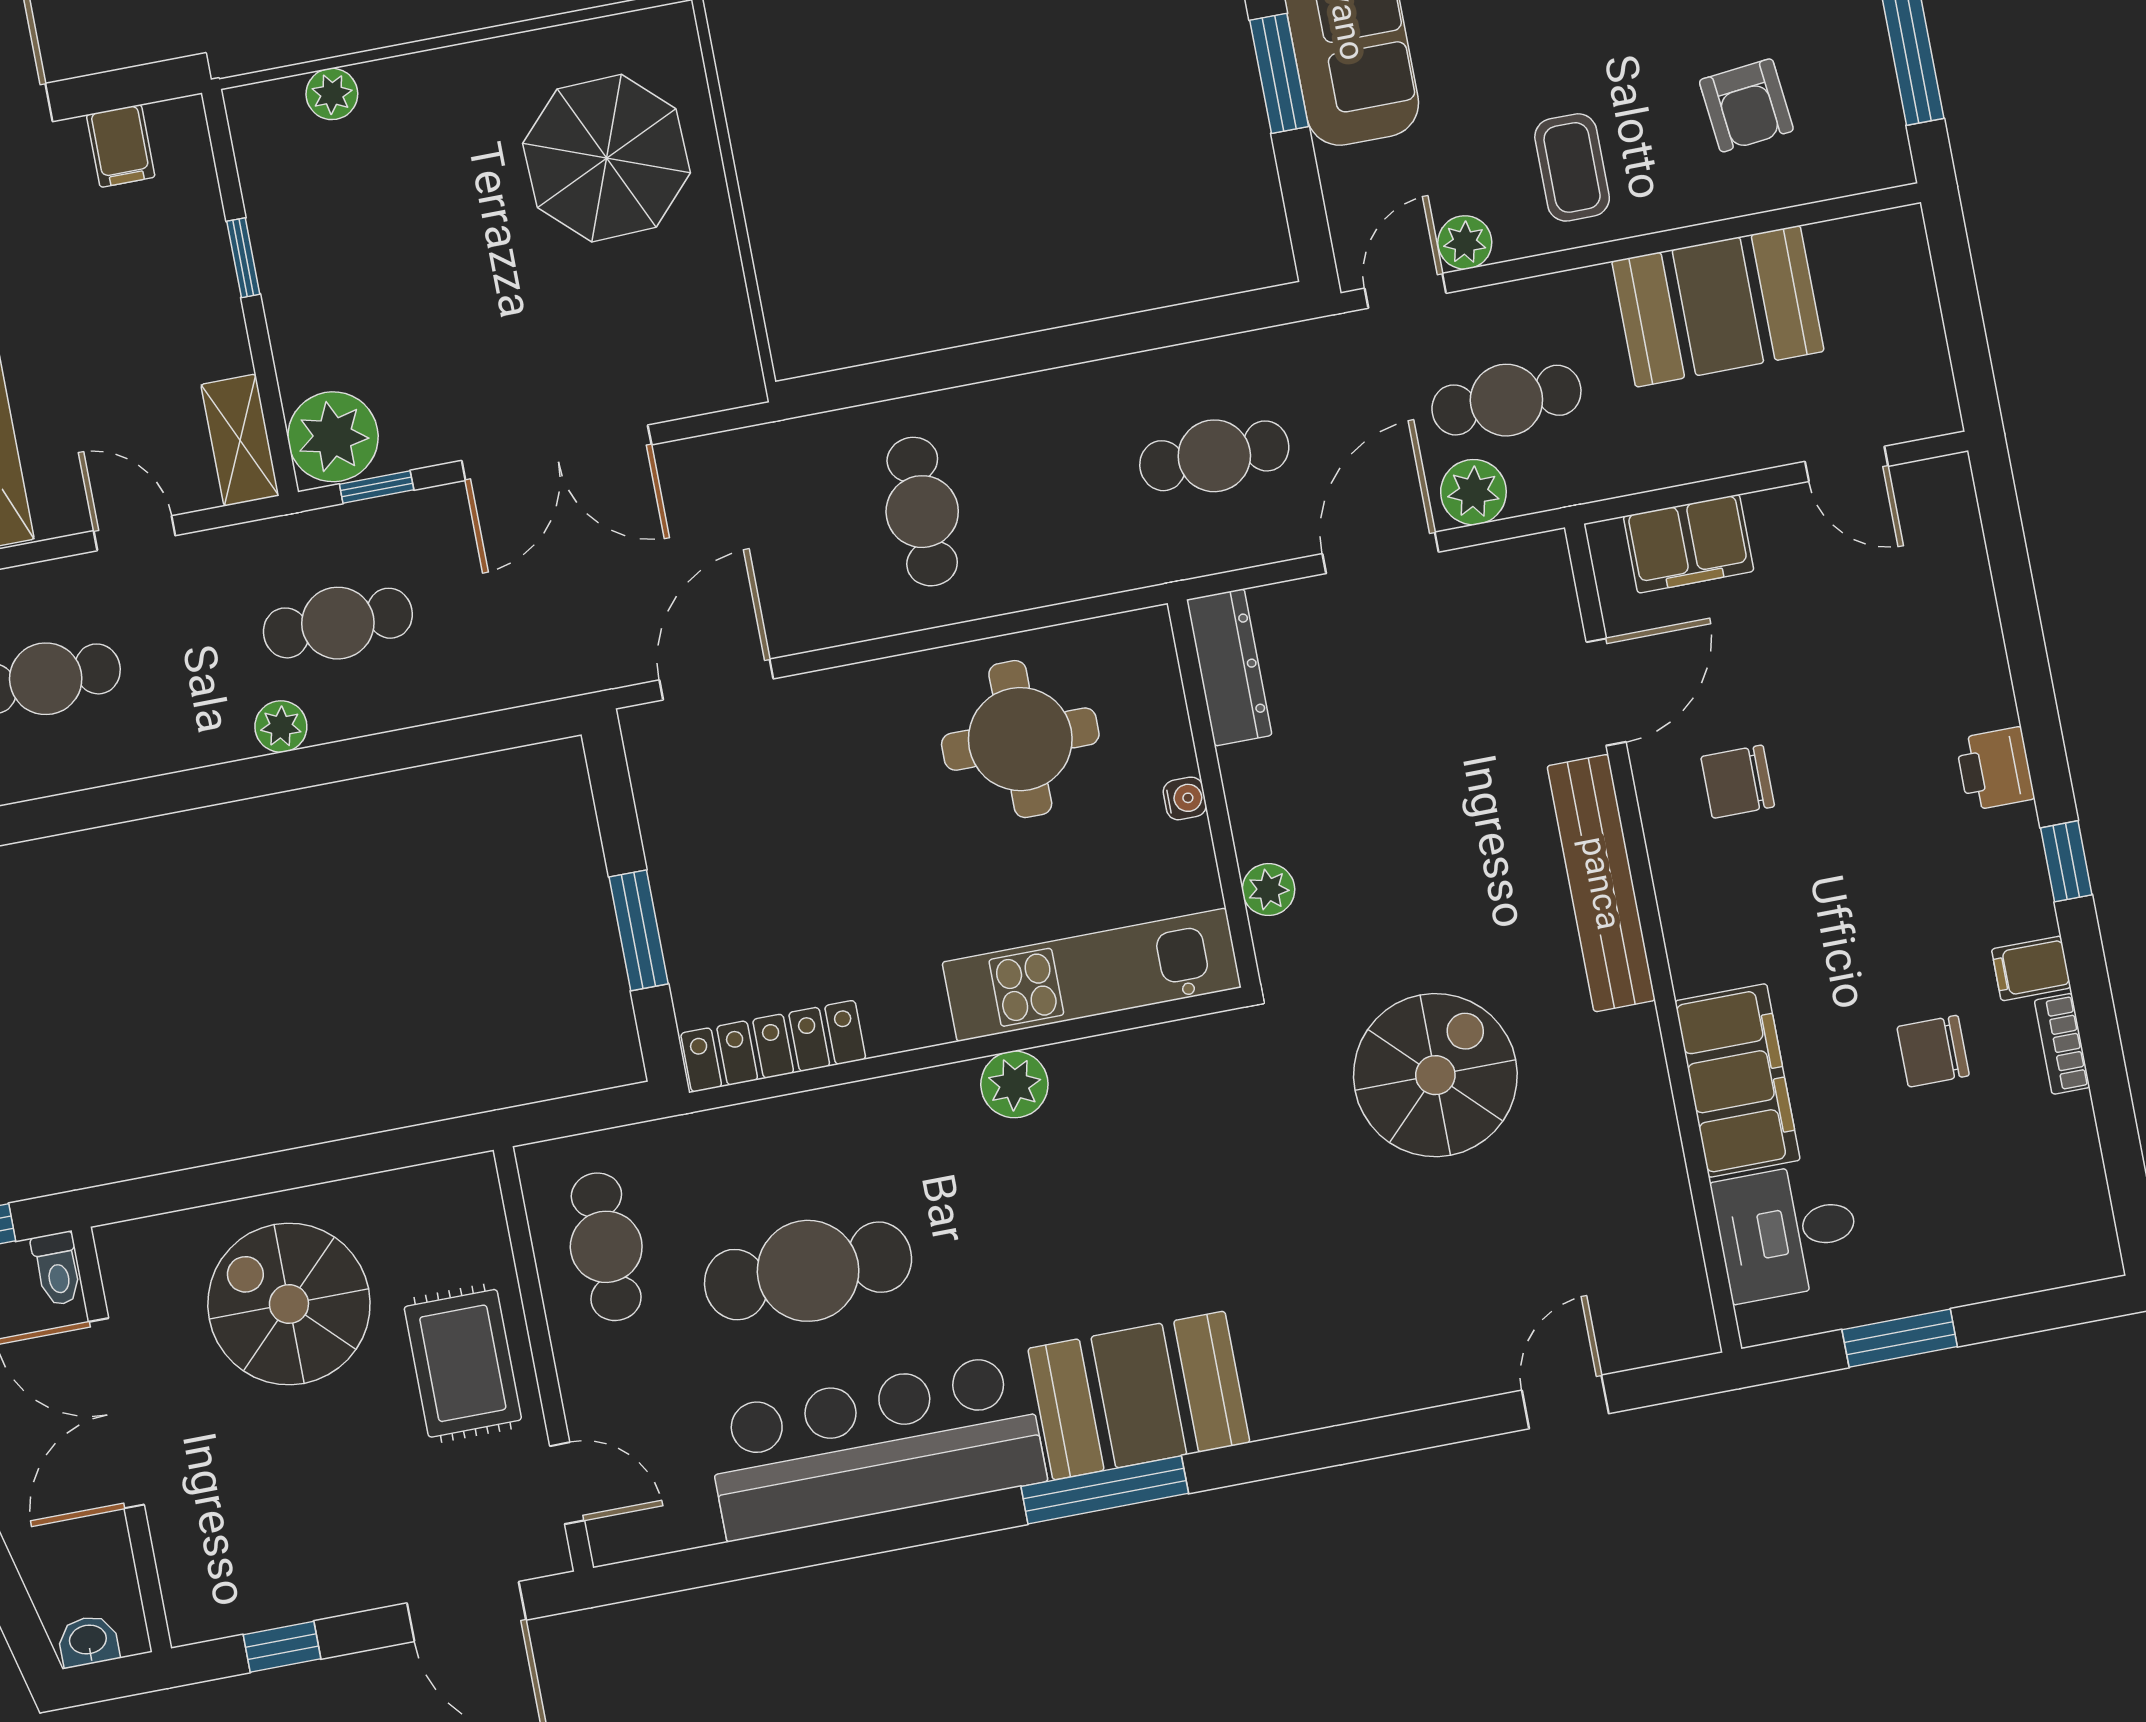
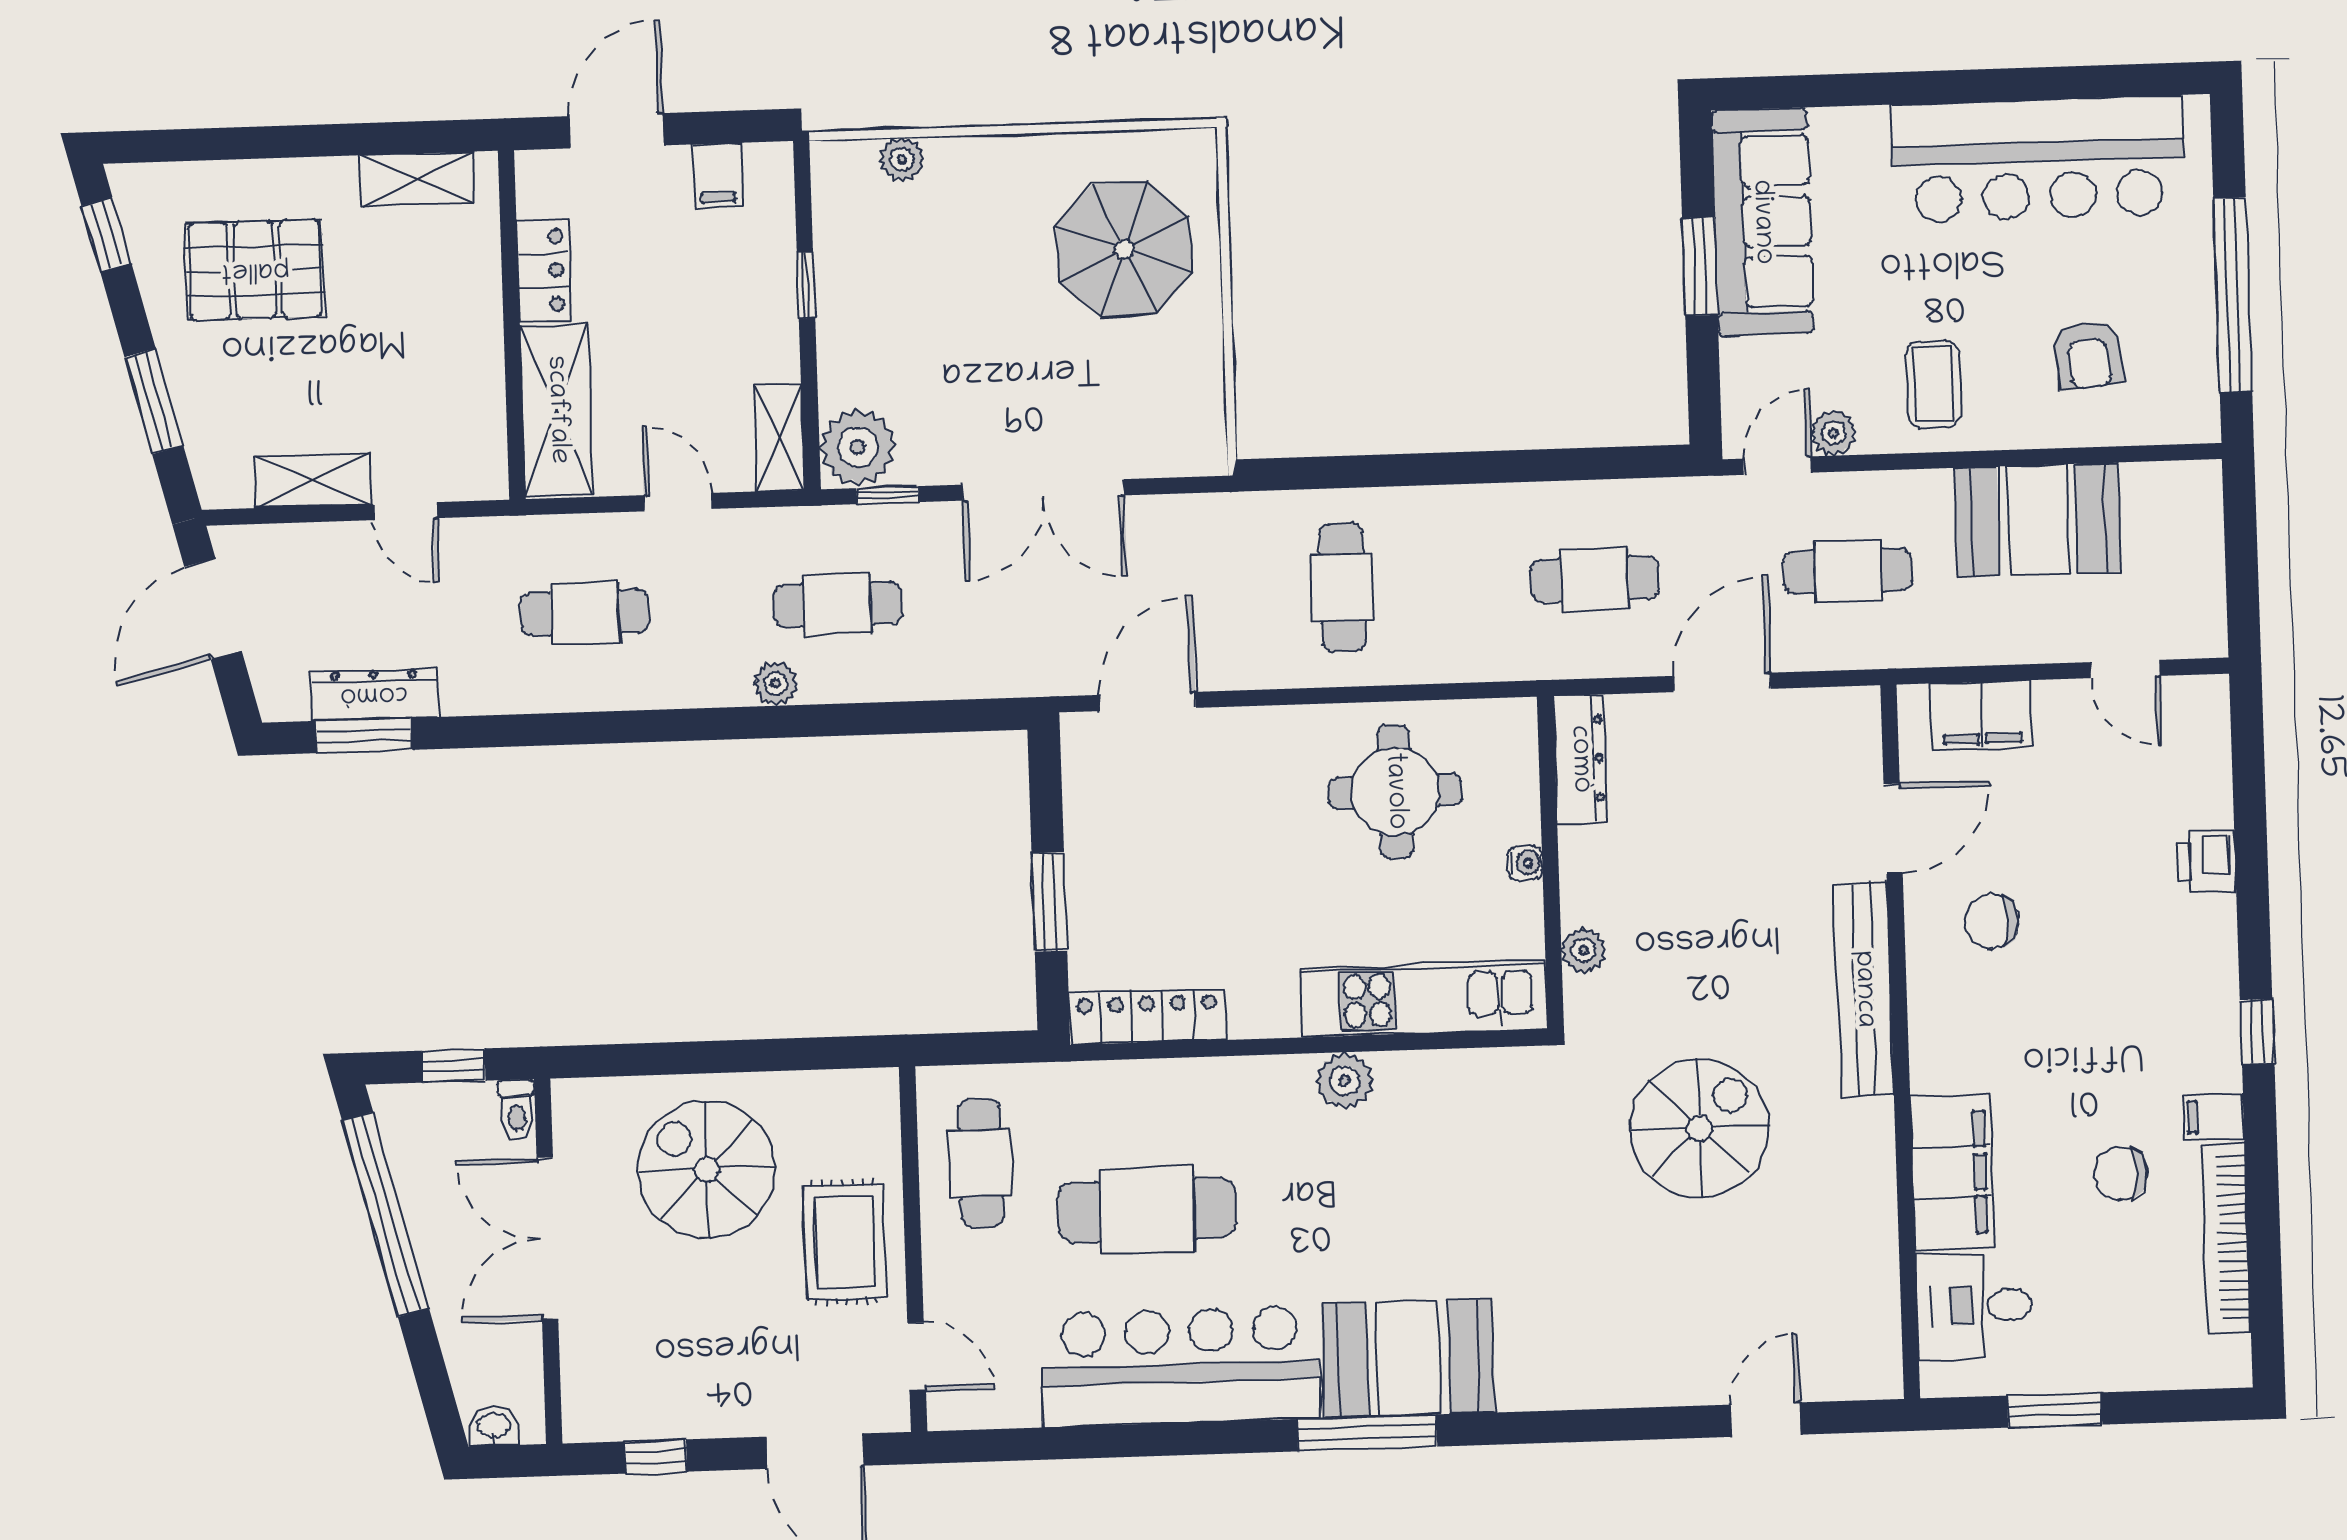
plant: (1473, 492) -> (1808, 644), removed
printer: (1995, 769) -> (2207, 861), moved
bookcase: (2062, 1044) -> (2226, 1238), width x2.31, depth x1.31

